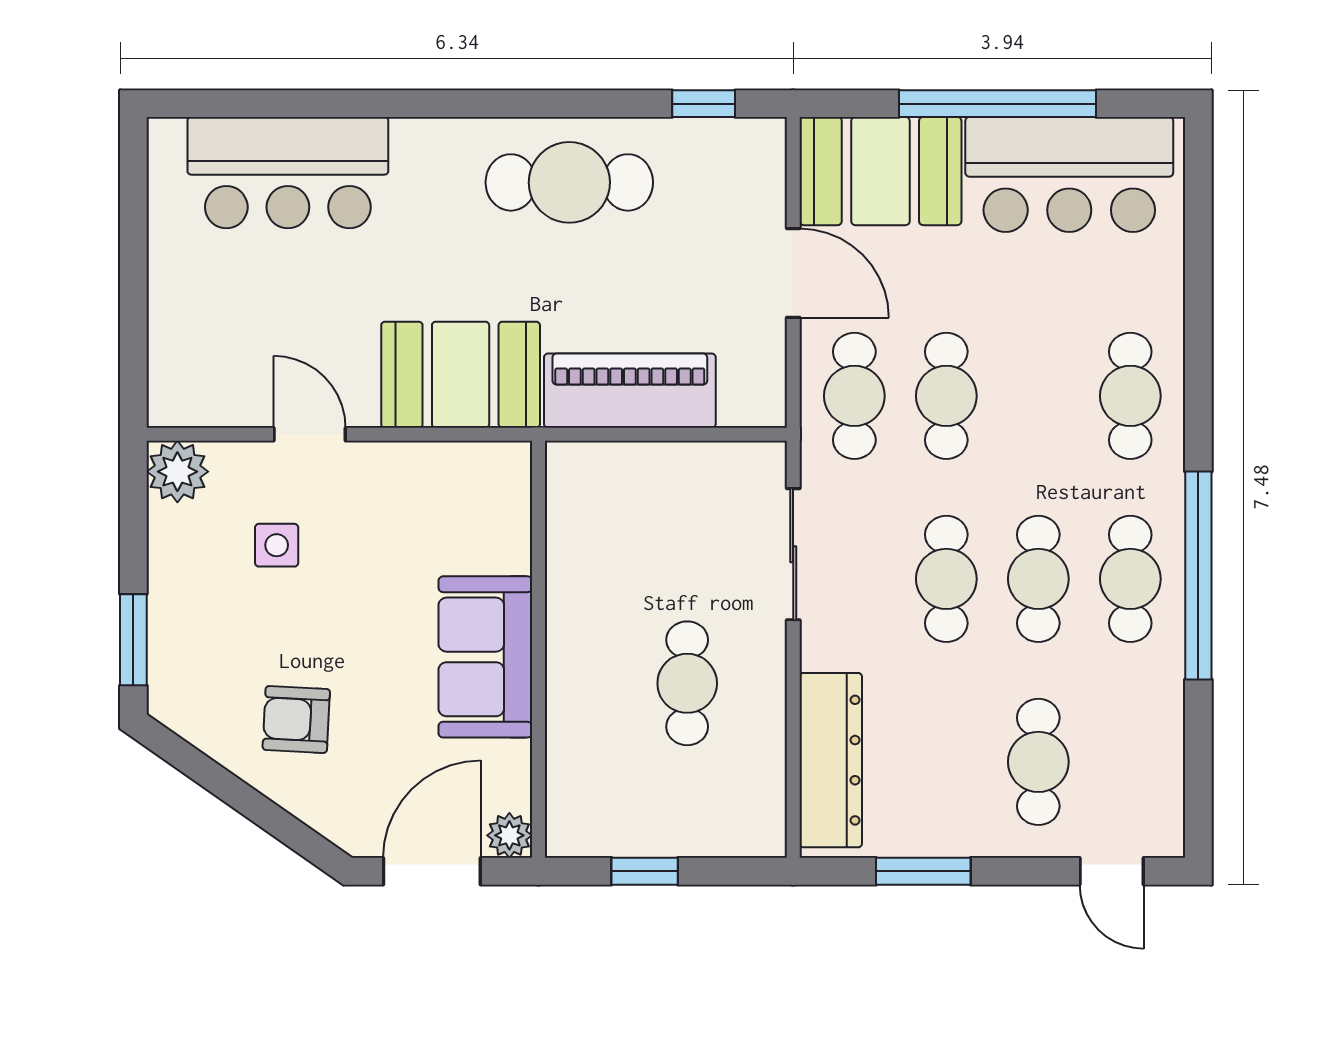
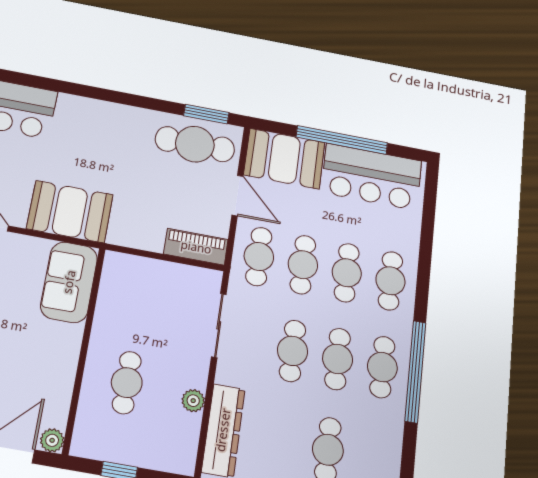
window: (704, 104) -> (206, 114), width x1.50
cafe table: (569, 182) -> (195, 144), moved
piano: (630, 391) -> (196, 247), moved, width x0.73, depth x0.75
cafe table: (1038, 396) -> (347, 273), added
sofa: (485, 657) -> (69, 282), moved
cafe table: (687, 683) -> (127, 383), moved
plant: (764, 713) -> (193, 401), added

